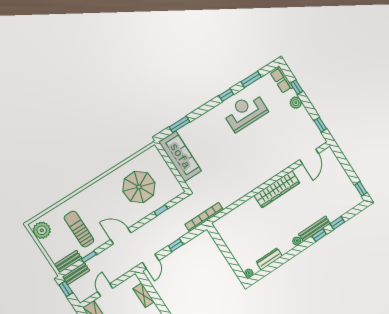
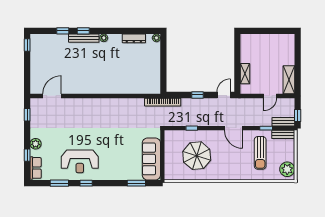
wardrobe: (277, 189) -> (93, 87), removed

